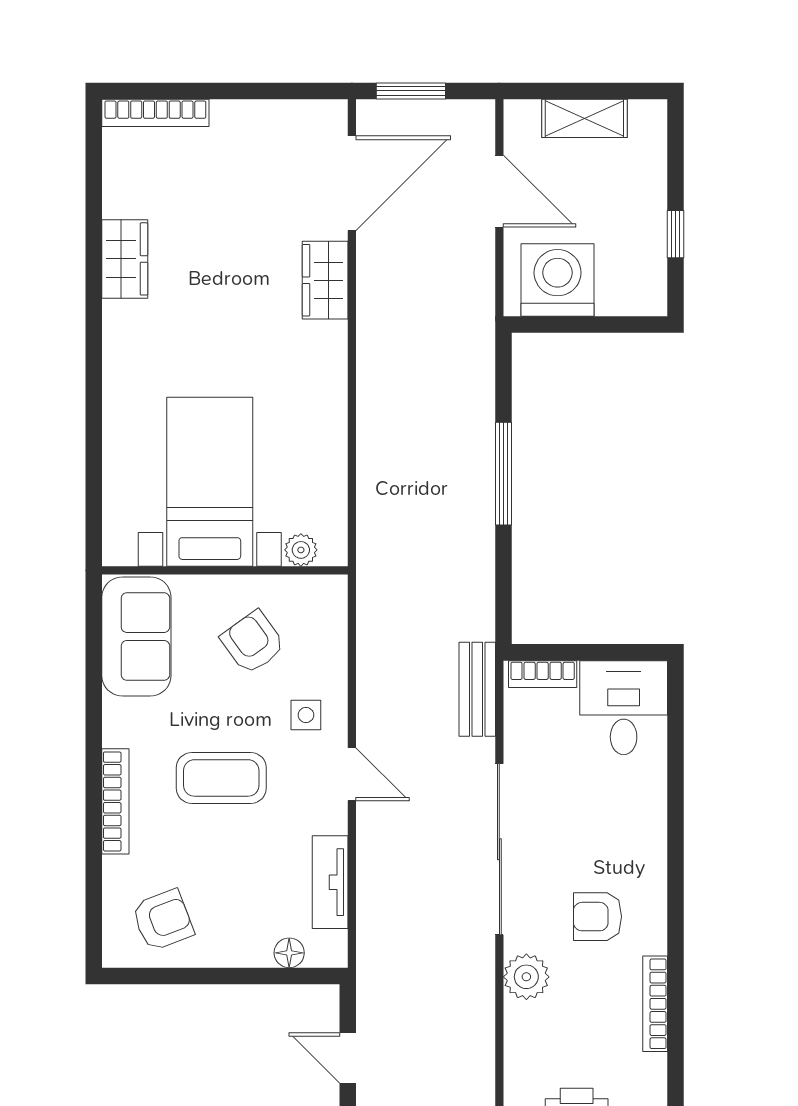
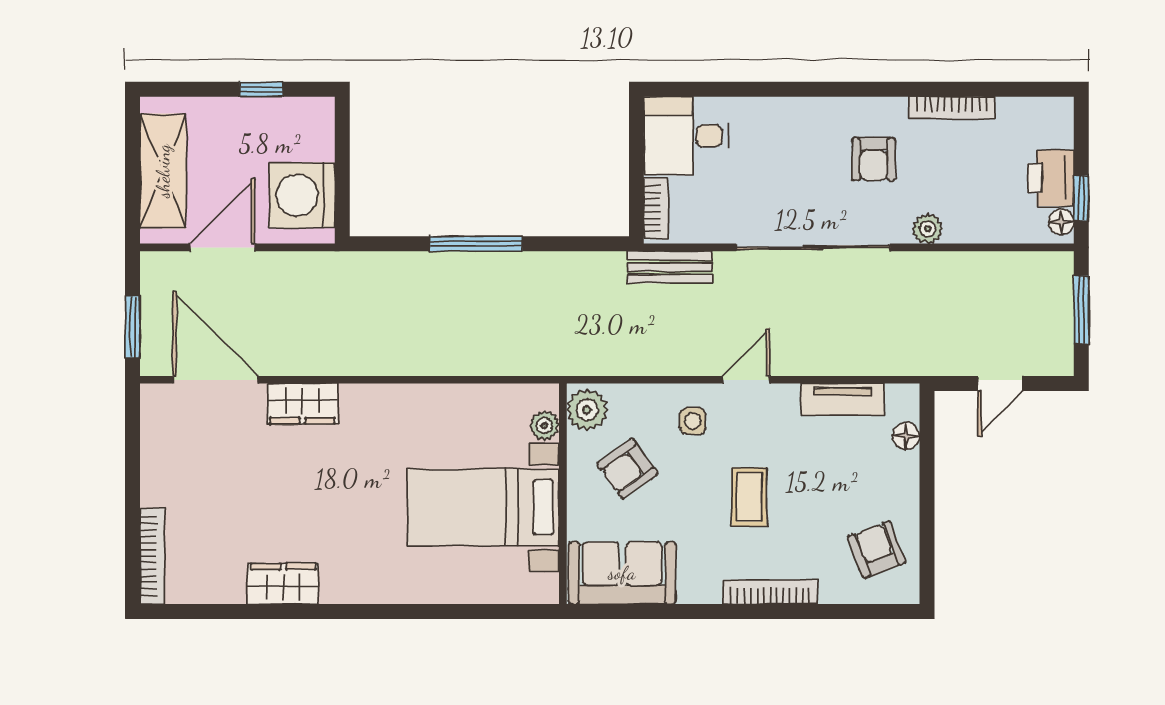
shelving: (584, 118) -> (163, 171), width x1.50, depth x1.33
plant: (318, 597) -> (587, 410), added
coffee table: (221, 778) -> (749, 497), width x0.73, depth x0.77
plant: (526, 977) -> (928, 229), width x0.73, depth x0.73

